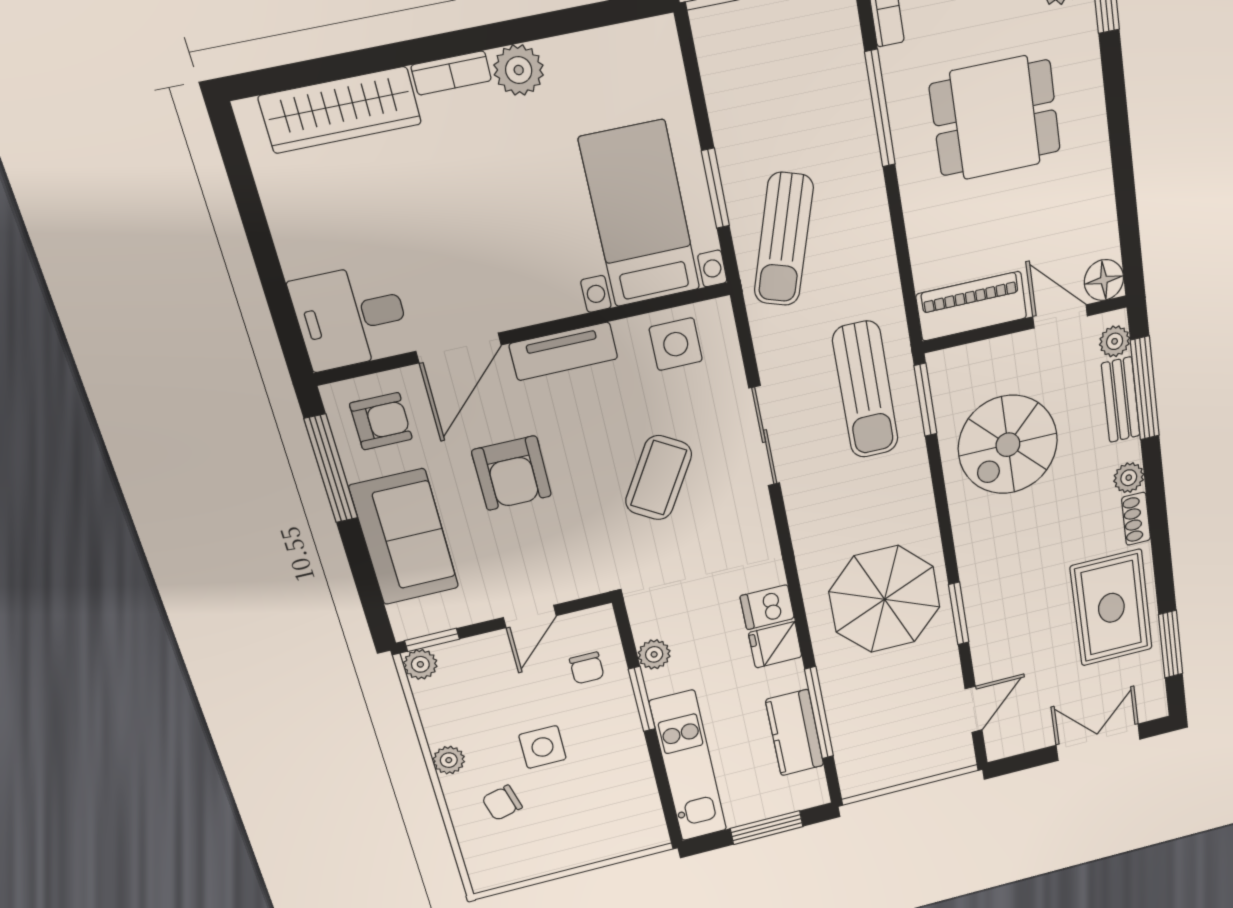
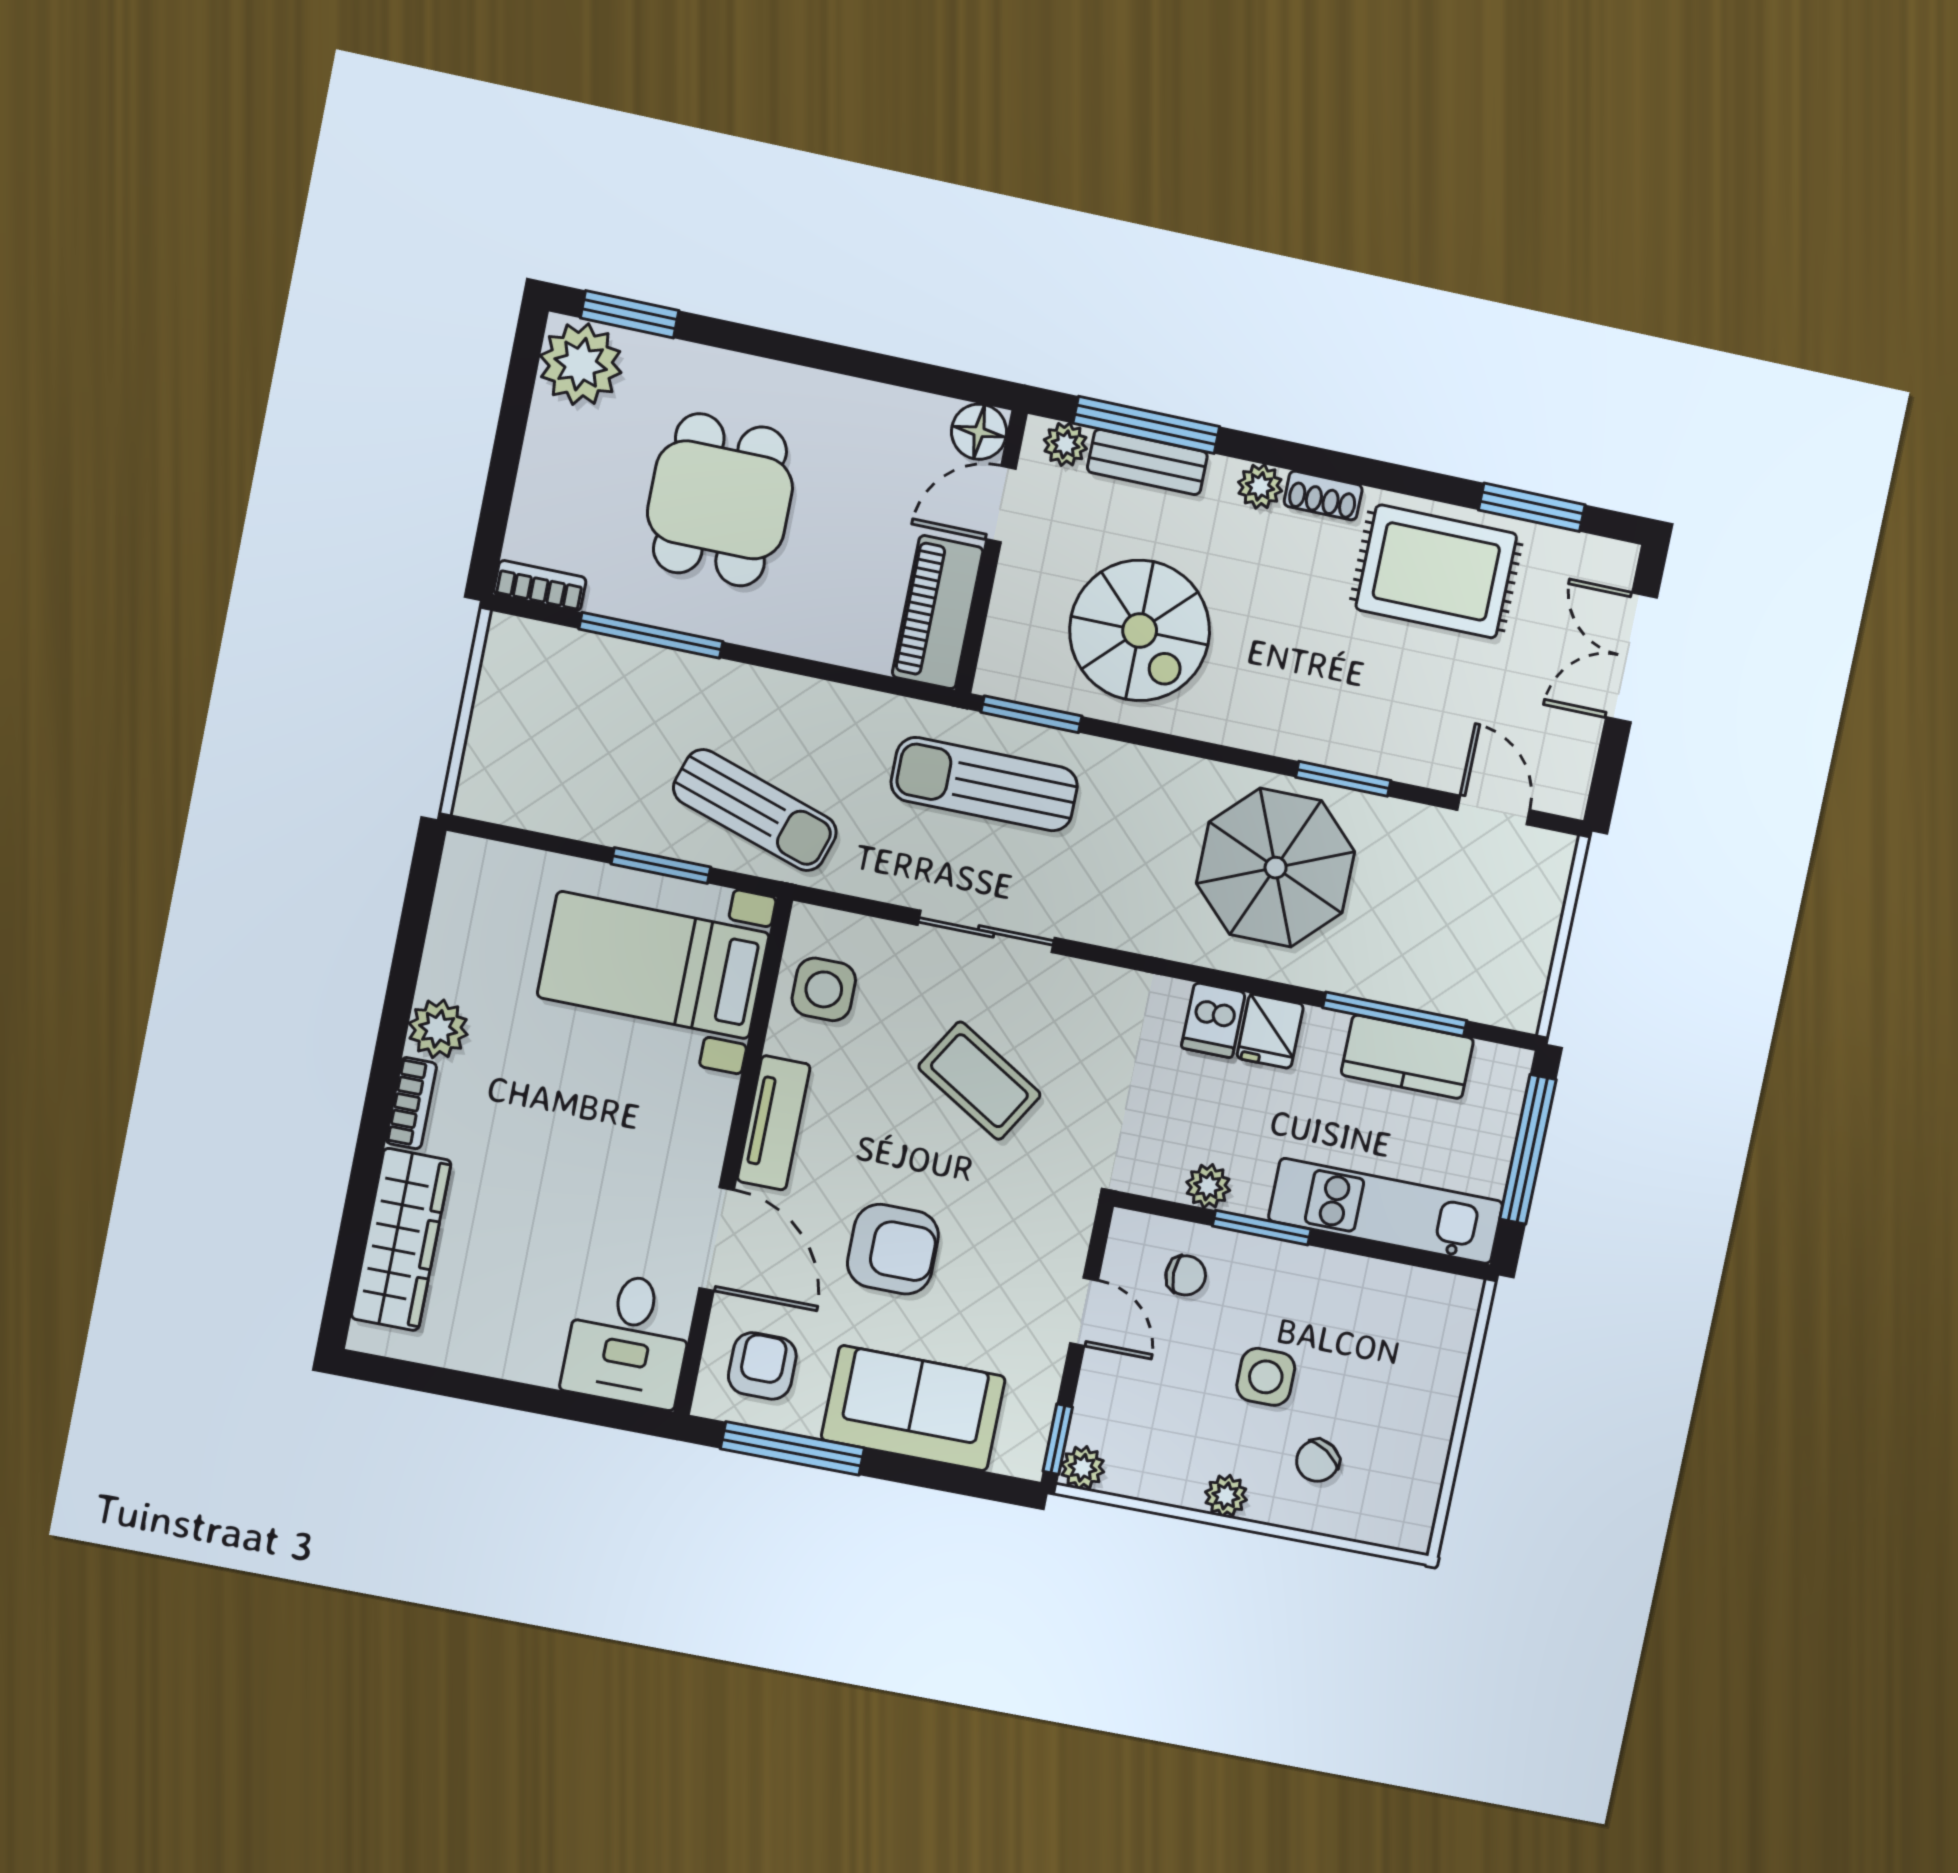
sun lounger: (865, 390) -> (984, 784), turned 180
chair: (502, 803) -> (1318, 1461), turned 48
window: (767, 828) -> (1528, 1149), width x1.44

